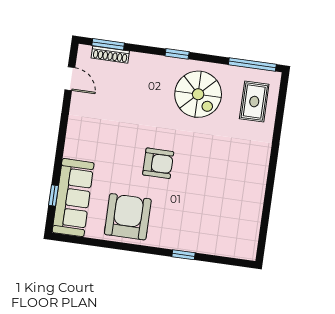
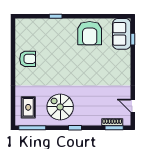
armchair: (158, 163) -> (28, 59), moved, turned 180
sofa: (73, 198) -> (122, 34), width x0.73

